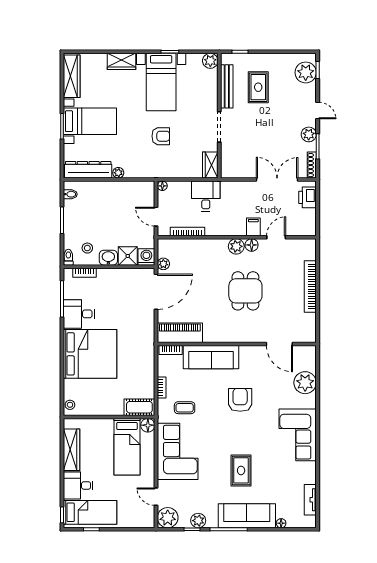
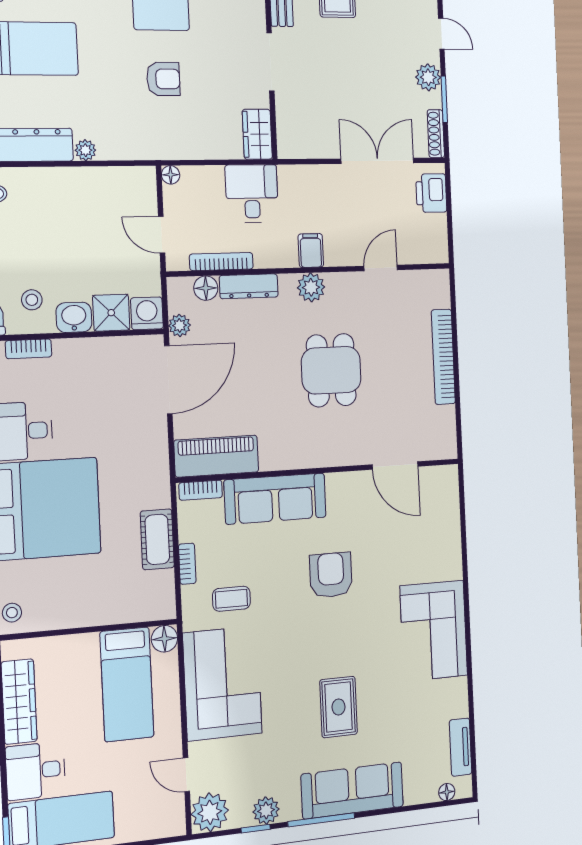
filing cabinet: (253, 227) -> (311, 250), moved
dresser: (202, 245) -> (249, 286), added
floor lamp: (252, 245) -> (206, 288), moved
plant: (305, 383) -> (442, 534), removed
cot: (139, 407) -> (157, 539), moved, turned 90
floor lamp: (281, 523) -> (447, 792), moved

